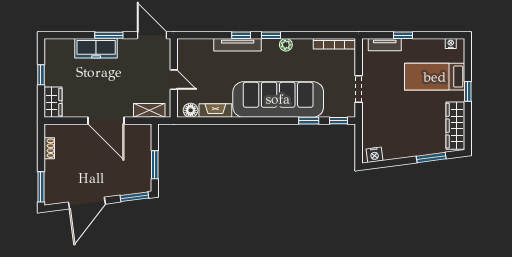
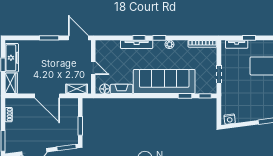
freezer: (96, 48) -> (12, 58), moved, turned -90

